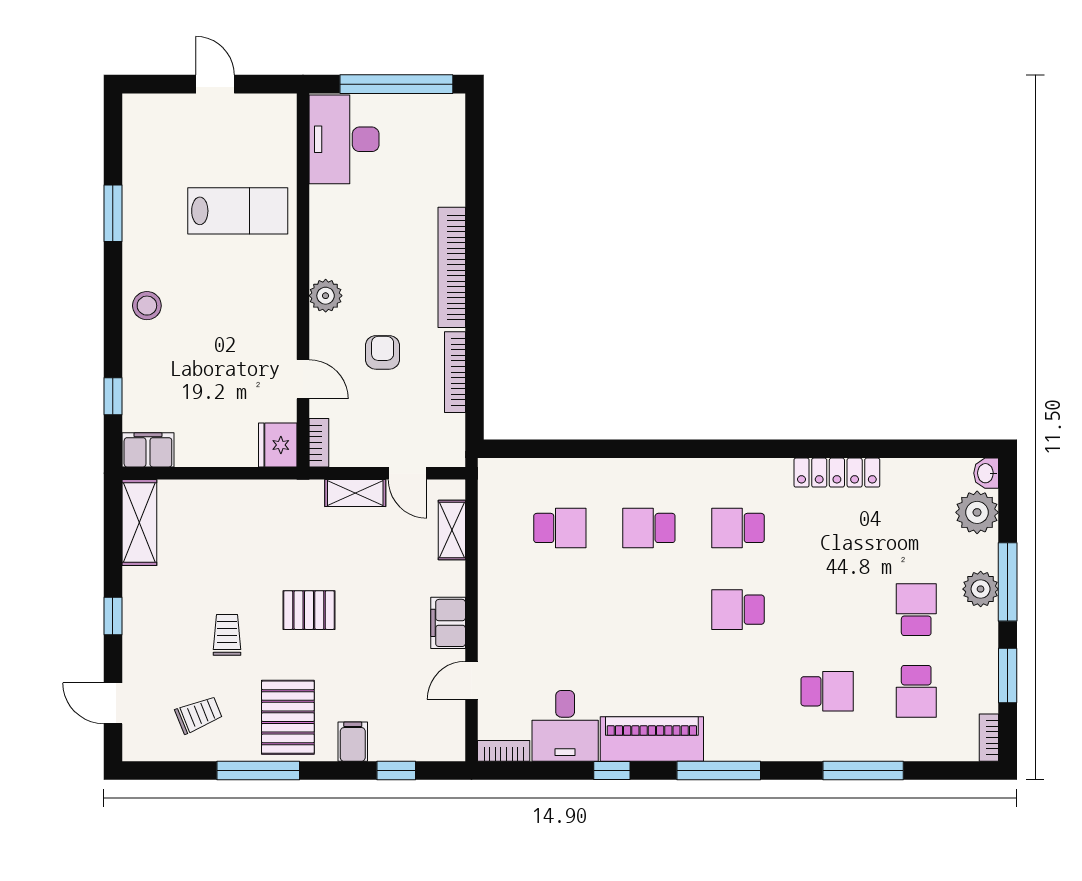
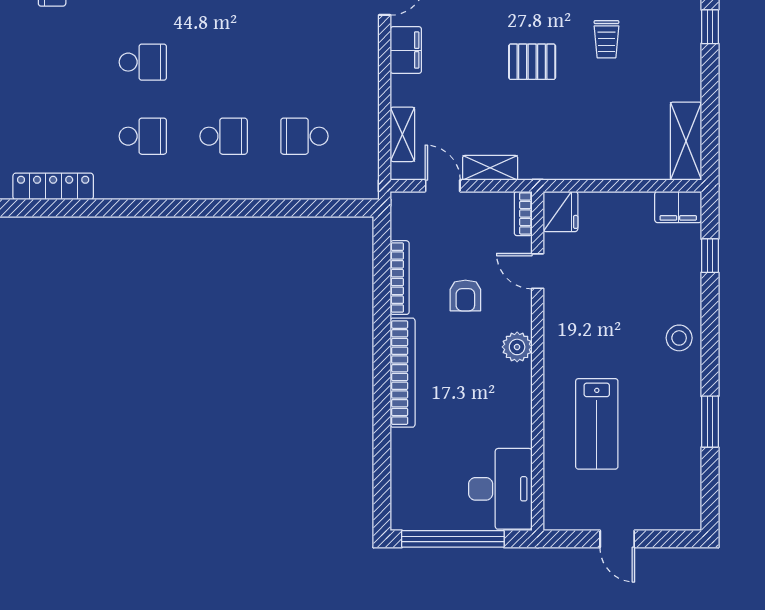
lab bench: (238, 211) -> (597, 424), turned -90
window: (113, 616) -> (710, 27), moved

